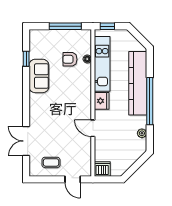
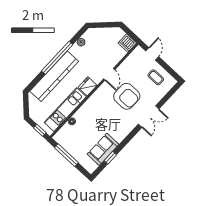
armchair: (70, 59) -> (127, 96), moved, width x1.88, depth x1.88
sofa: (39, 76) -> (103, 149), moved
double door: (26, 141) -> (149, 117), moved

